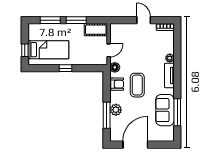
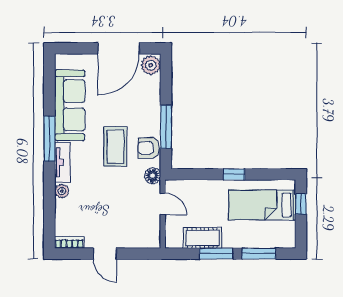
cot: (96, 30) -> (203, 238), moved
door: (109, 50) -> (163, 204), swing flipped
plant: (116, 110) -> (151, 65), moved
sofa: (165, 110) -> (70, 105), width x1.36
window: (177, 112) -> (49, 139), moved
window: (107, 115) -> (166, 127), moved

